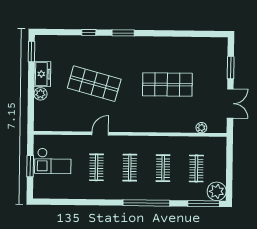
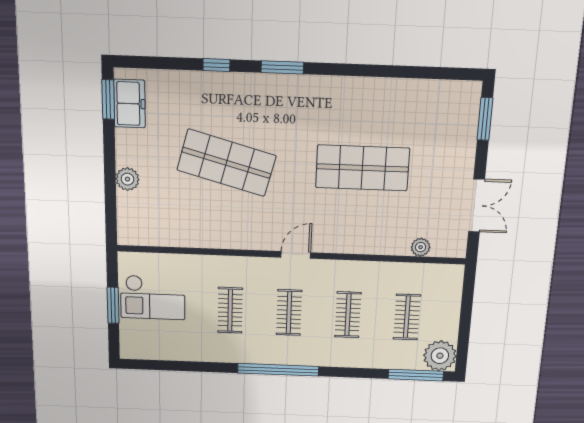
window: (231, 68) -> (485, 119), moved
freezer: (42, 74) -> (129, 104), moved
door: (100, 134) -> (296, 255), moved
window: (146, 203) -> (278, 370), moved

